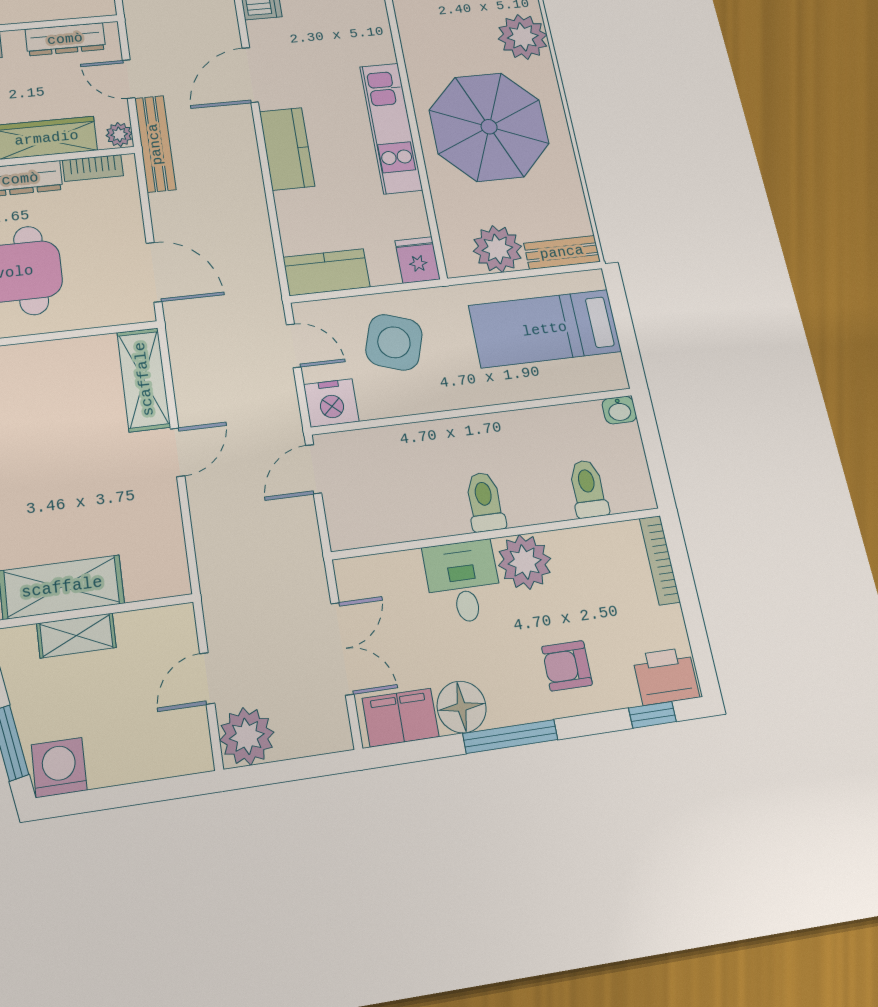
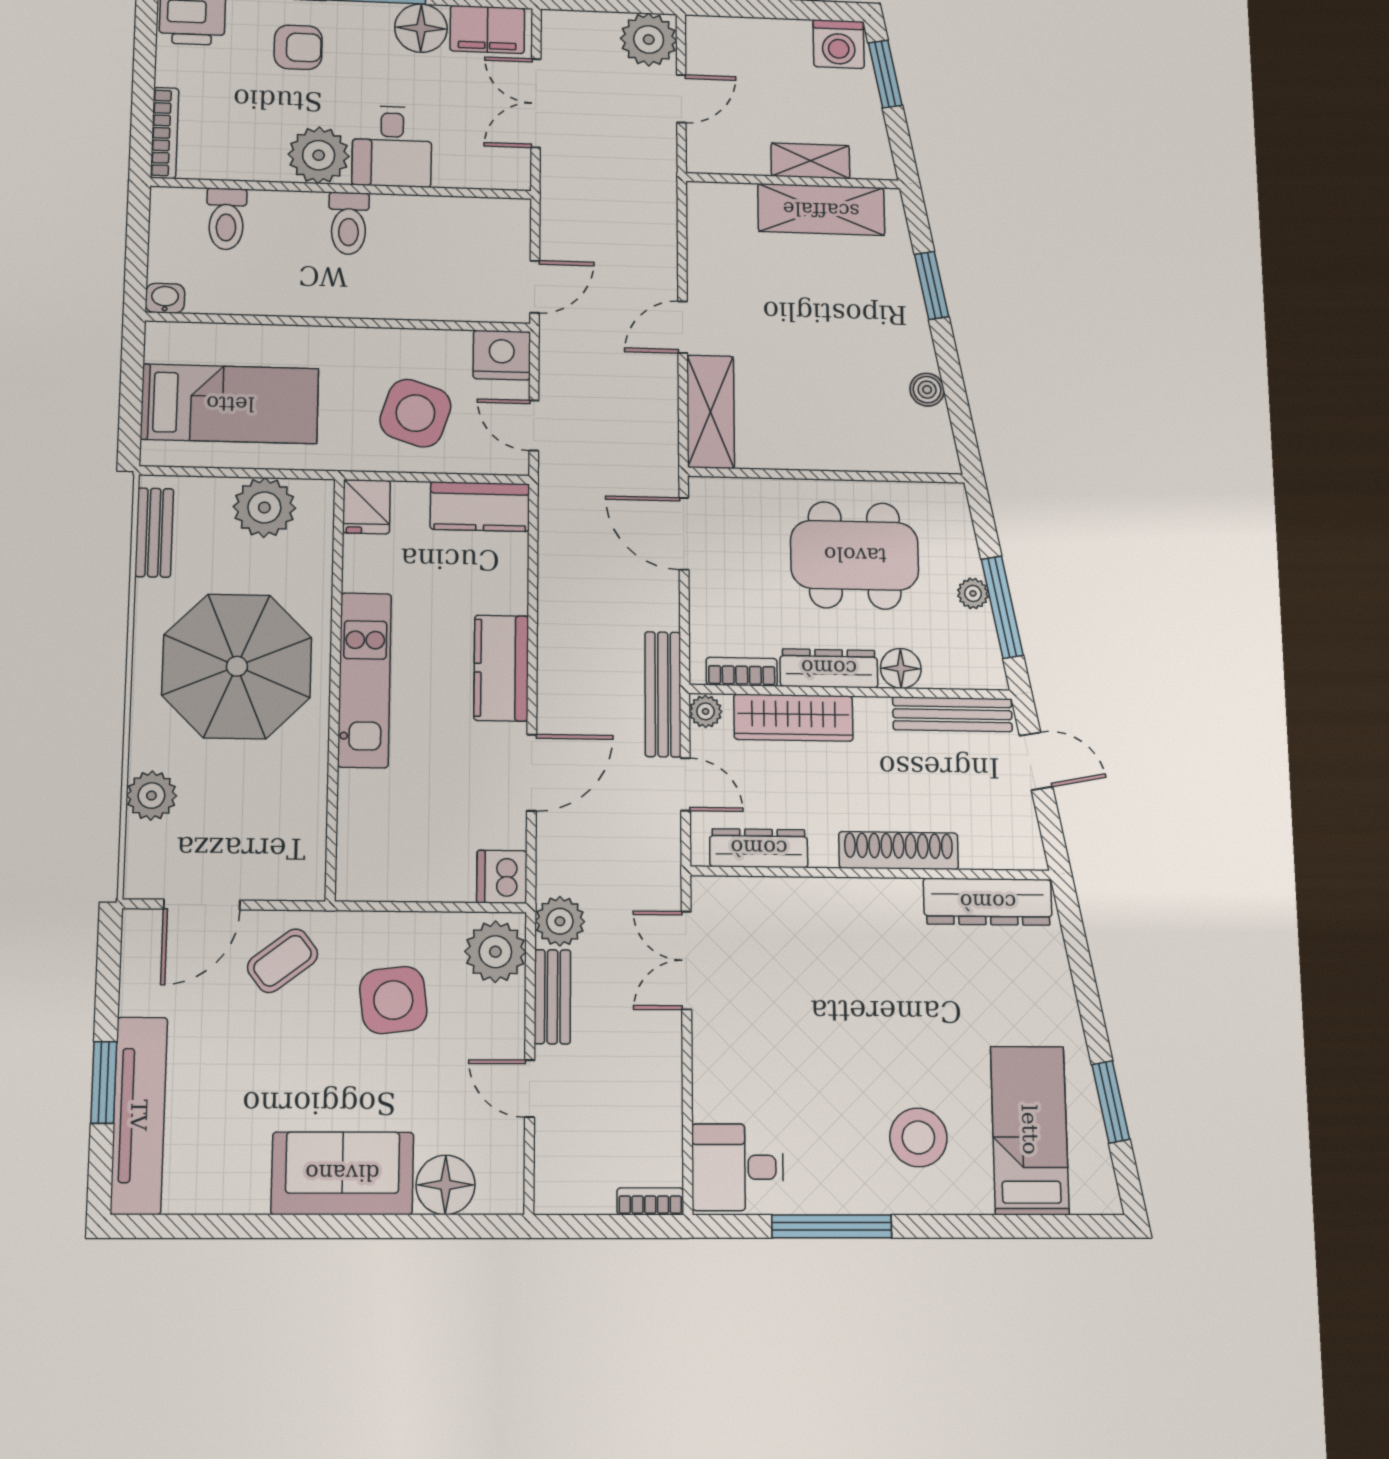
plant: (523, 37) -> (151, 796), width x0.73, depth x0.73
bench: (562, 252) -> (154, 533), moved, turned 90

